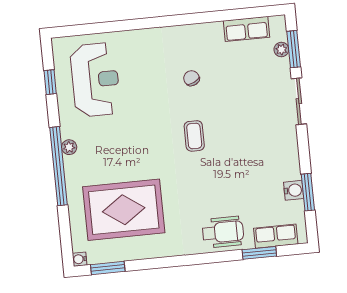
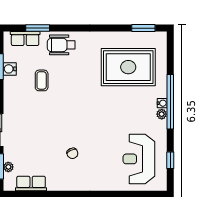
coffee table: (194, 136) -> (42, 80), moved
water cooler: (79, 259) -> (162, 103), moved

